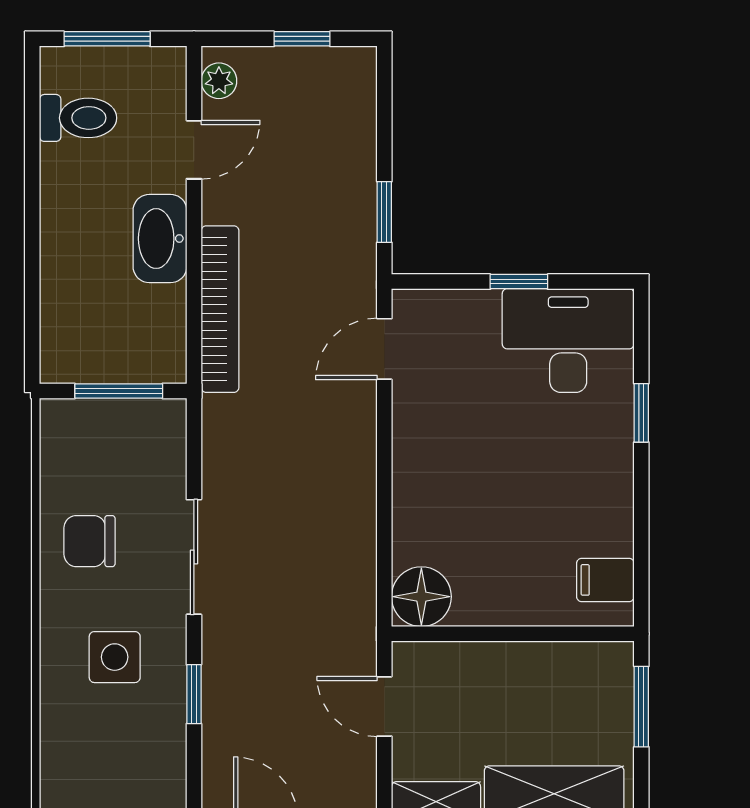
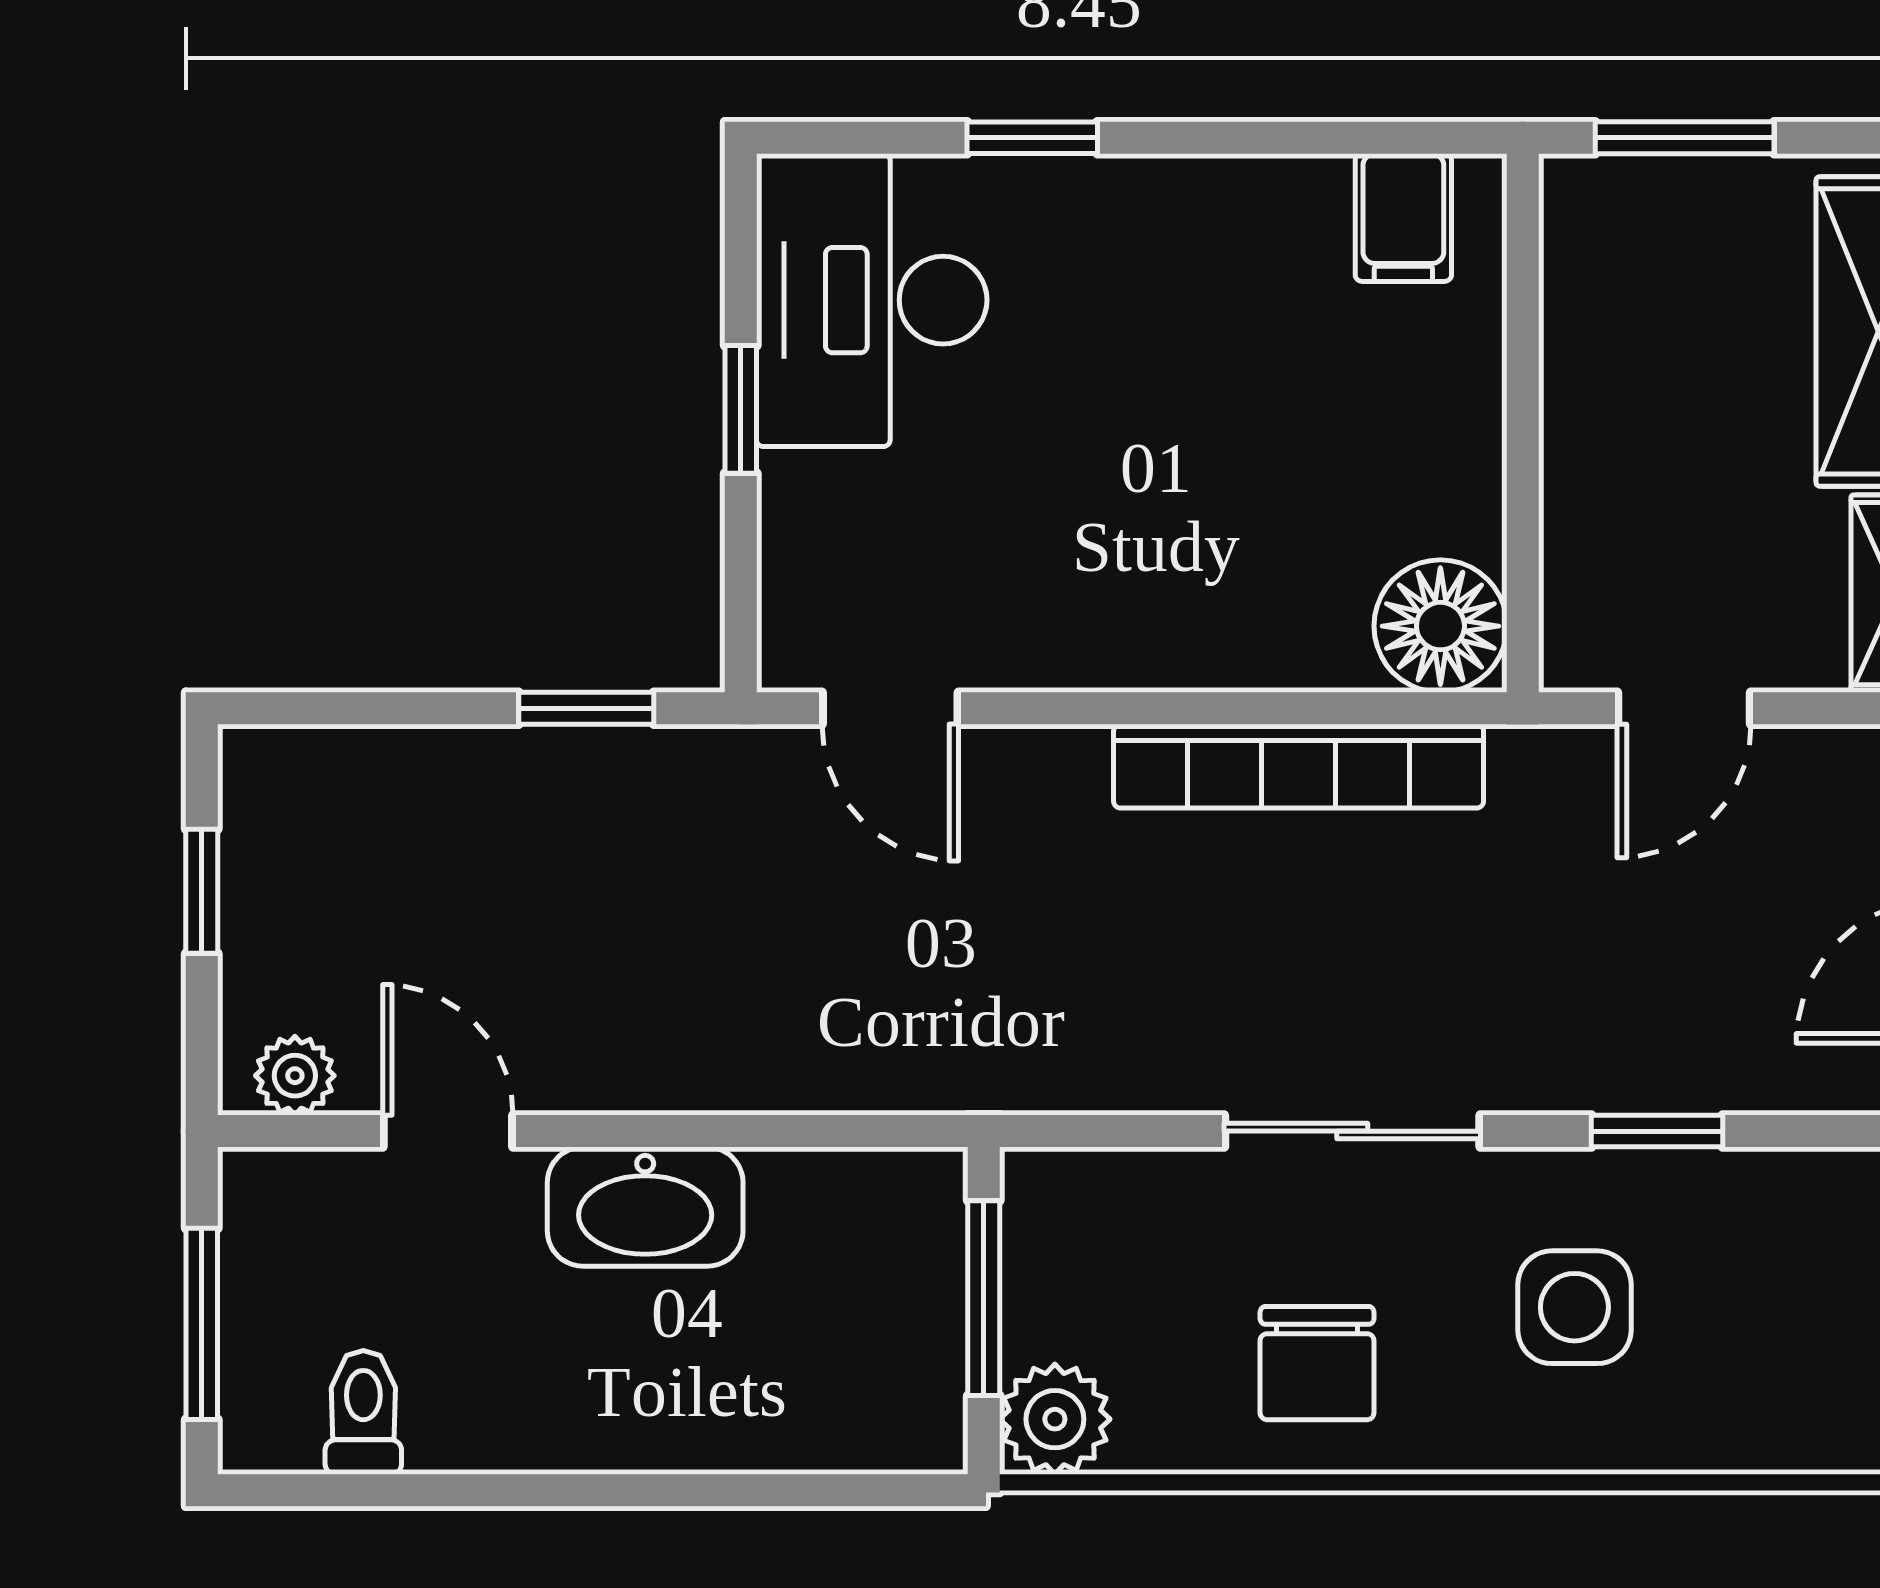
toilet: (78, 118) -> (363, 1412), width x0.73, depth x0.72
bookcase: (220, 309) -> (1299, 766), moved, turned 180
plant: (64, 423) -> (1055, 1419), added

